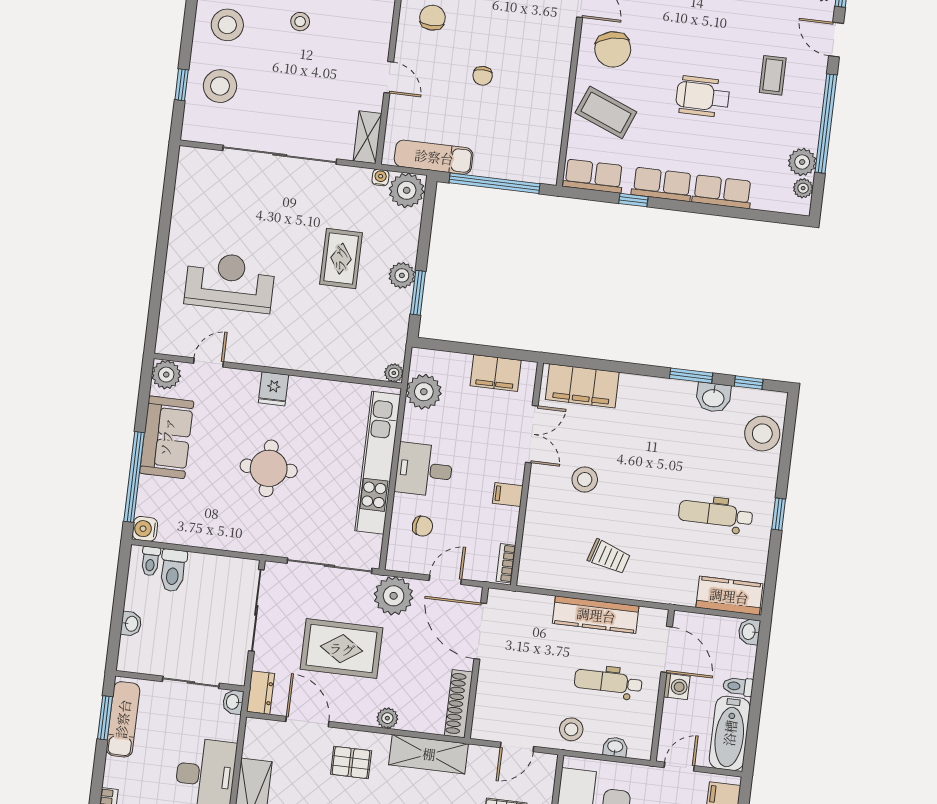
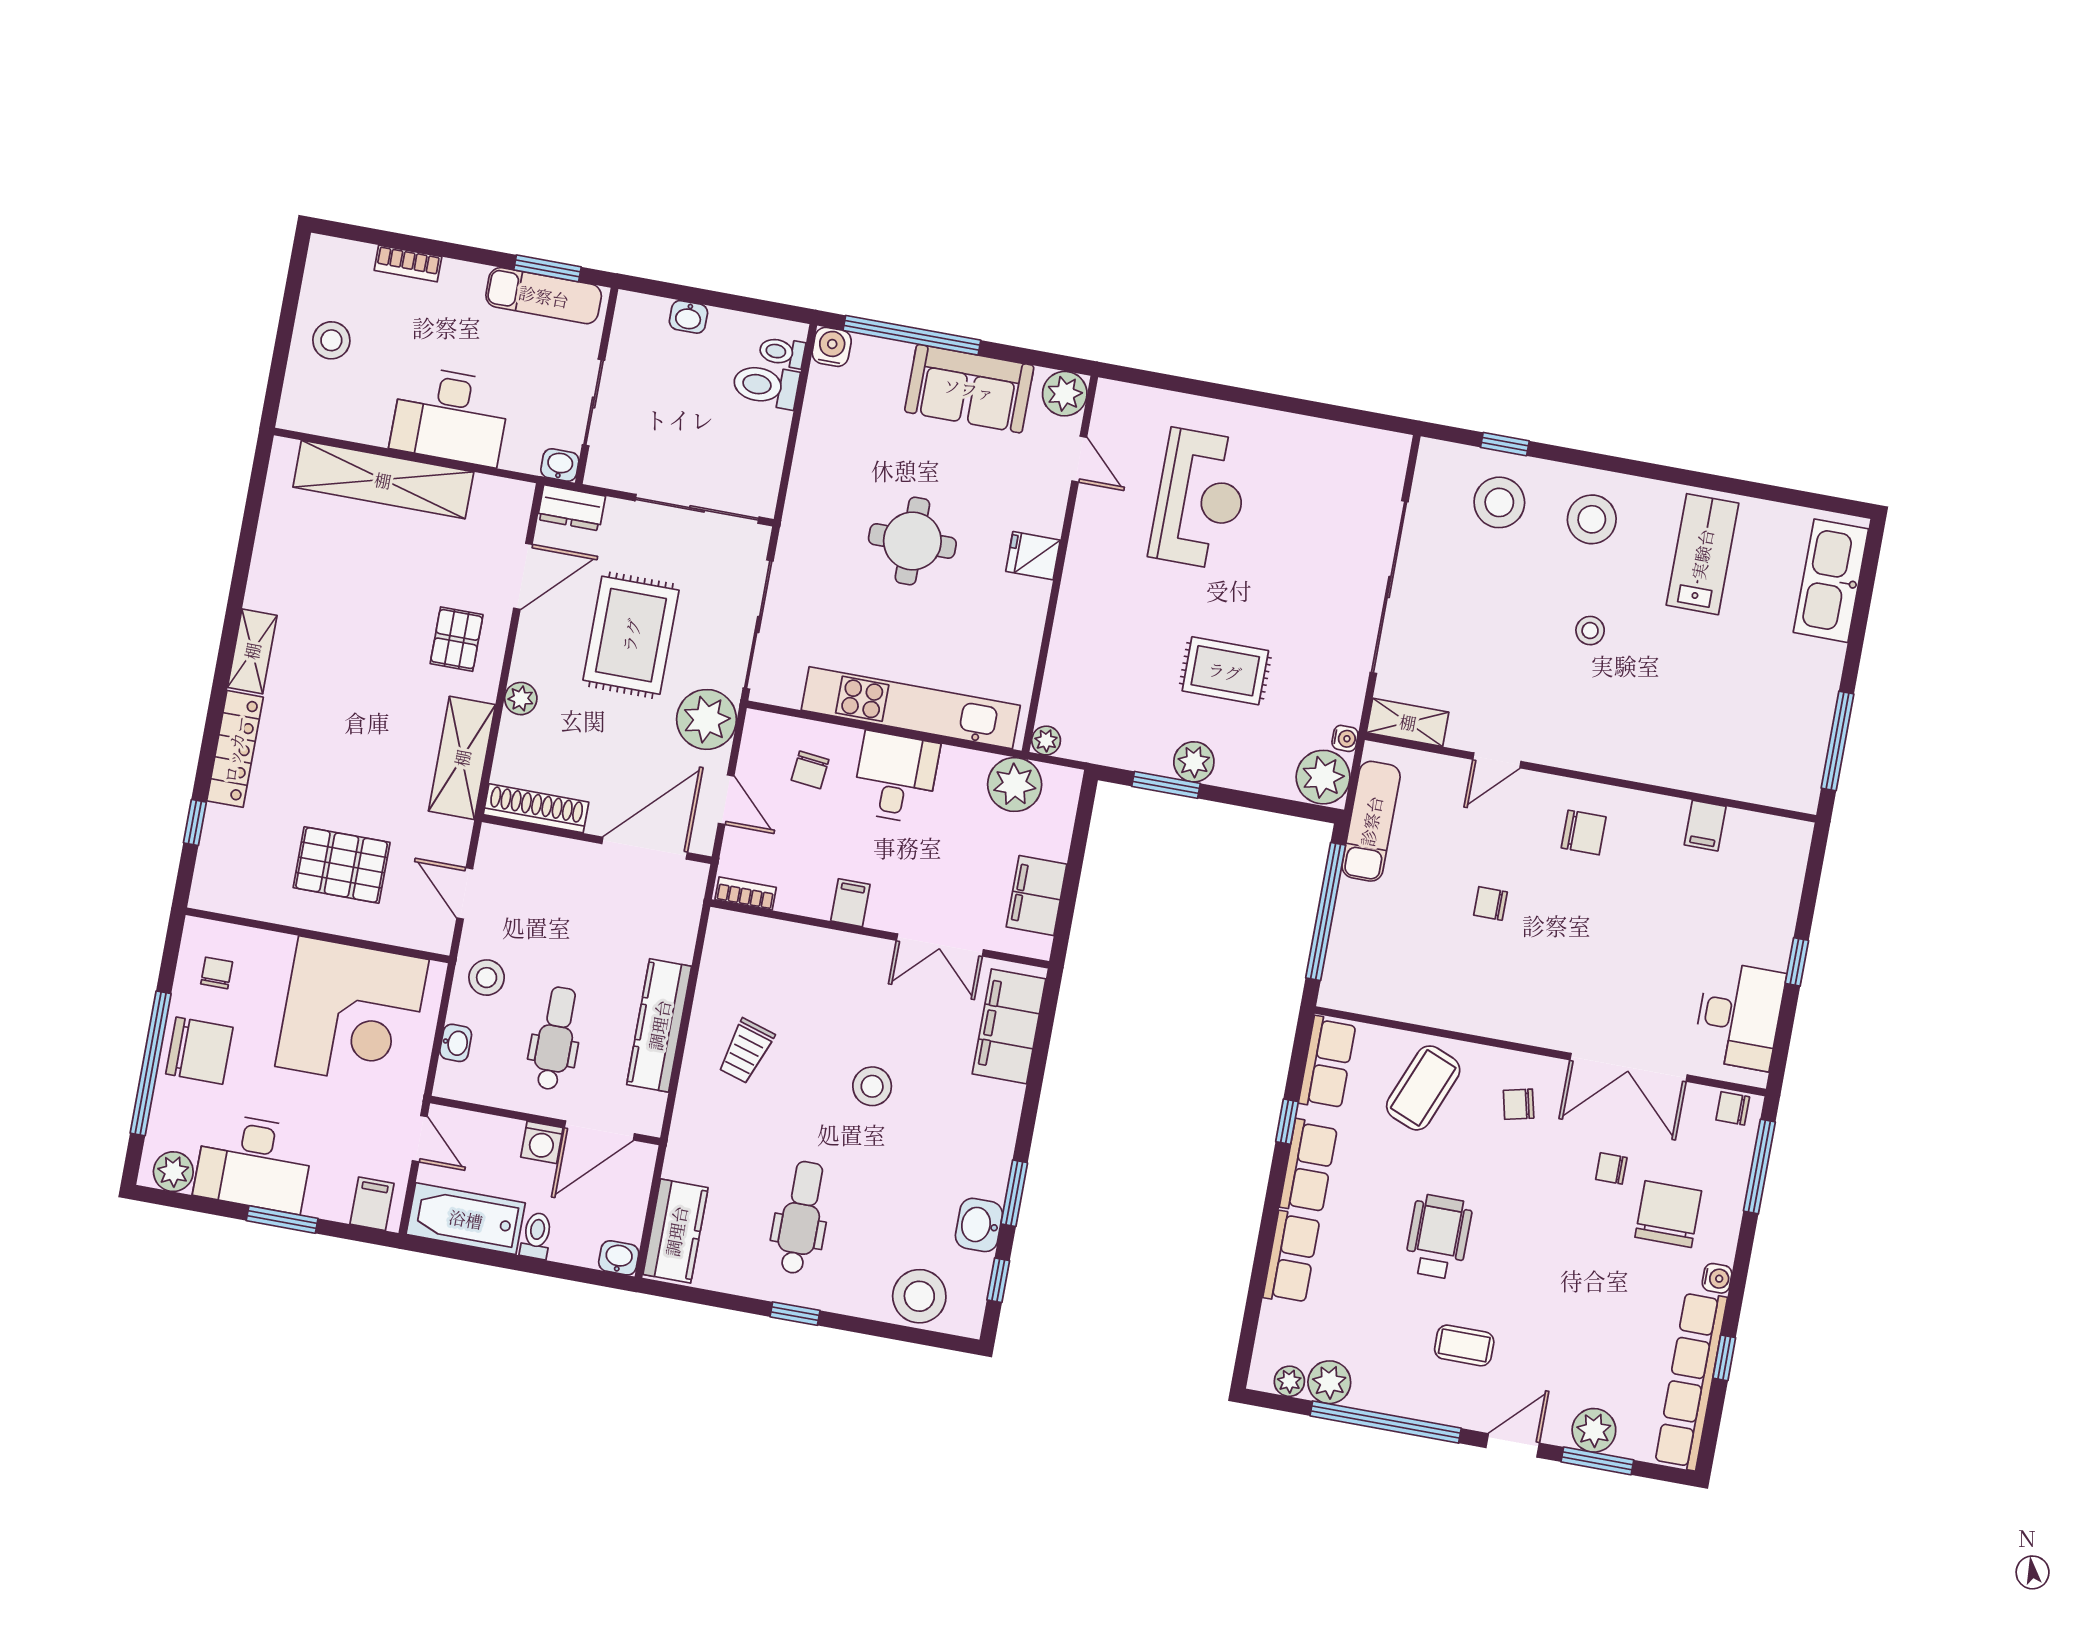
chair: (613, 49) -> (1519, 1104), width x0.54, depth x0.54
stool: (585, 479) -> (872, 1086), moved

